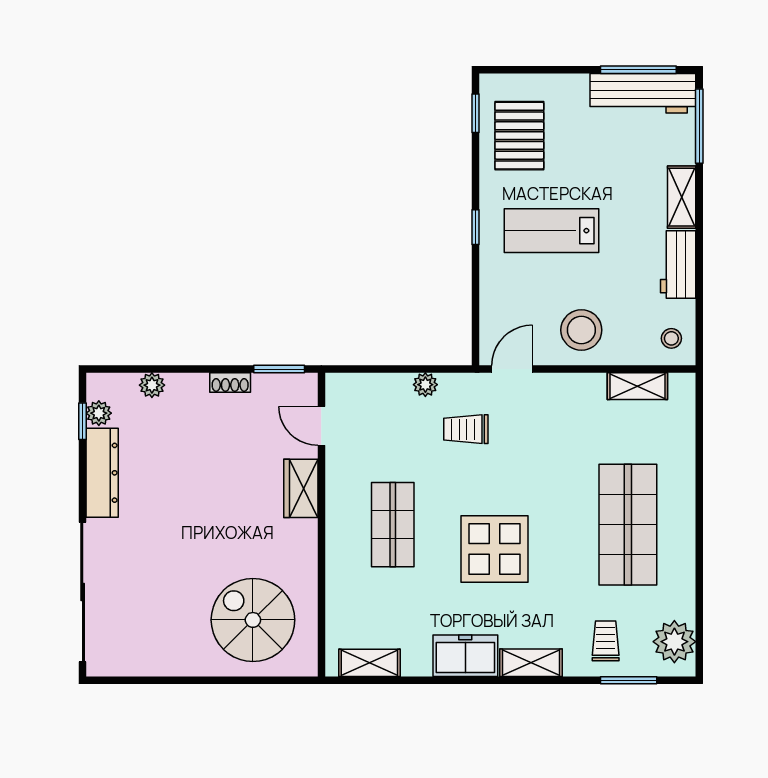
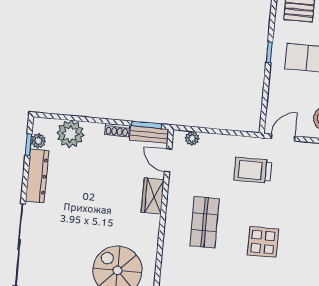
plant: (152, 385) -> (70, 134), width x1.88, depth x1.88
bench: (285, 385) -> (149, 135), added
plant: (425, 385) -> (192, 138), moved
trolley: (466, 429) -> (253, 170), width x1.36, depth x1.39
display table: (494, 549) -> (263, 242), width x0.73, depth x0.73

